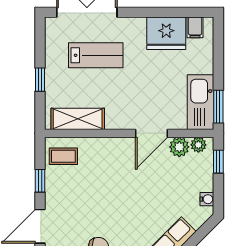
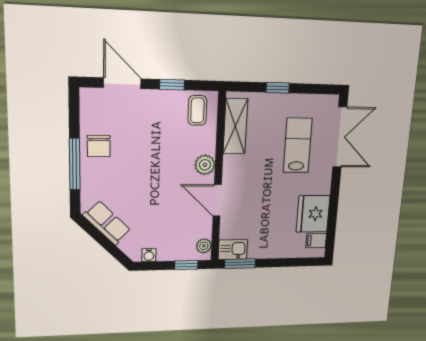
lab bench: (96, 55) -> (298, 145), turned 180
kitchen sink: (200, 102) -> (233, 250), width x0.53, depth x0.81
plant: (179, 147) -> (205, 165), moved

